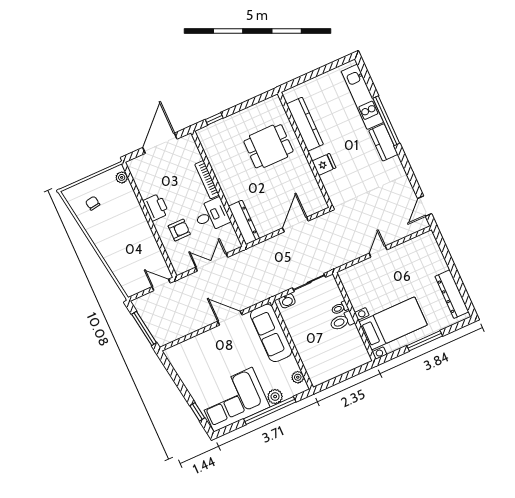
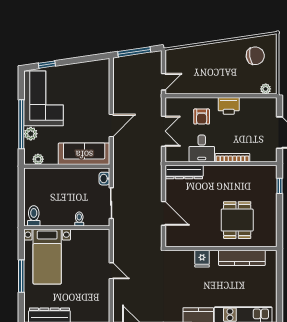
chair: (93, 203) -> (255, 56), width x1.87, depth x1.87
toilet: (342, 321) -> (34, 216), moved

